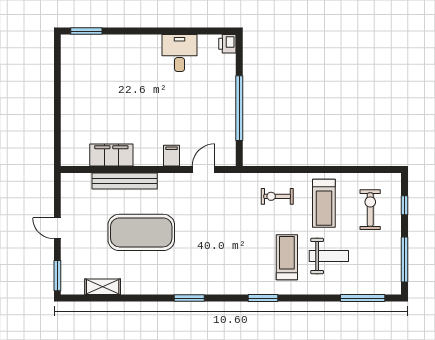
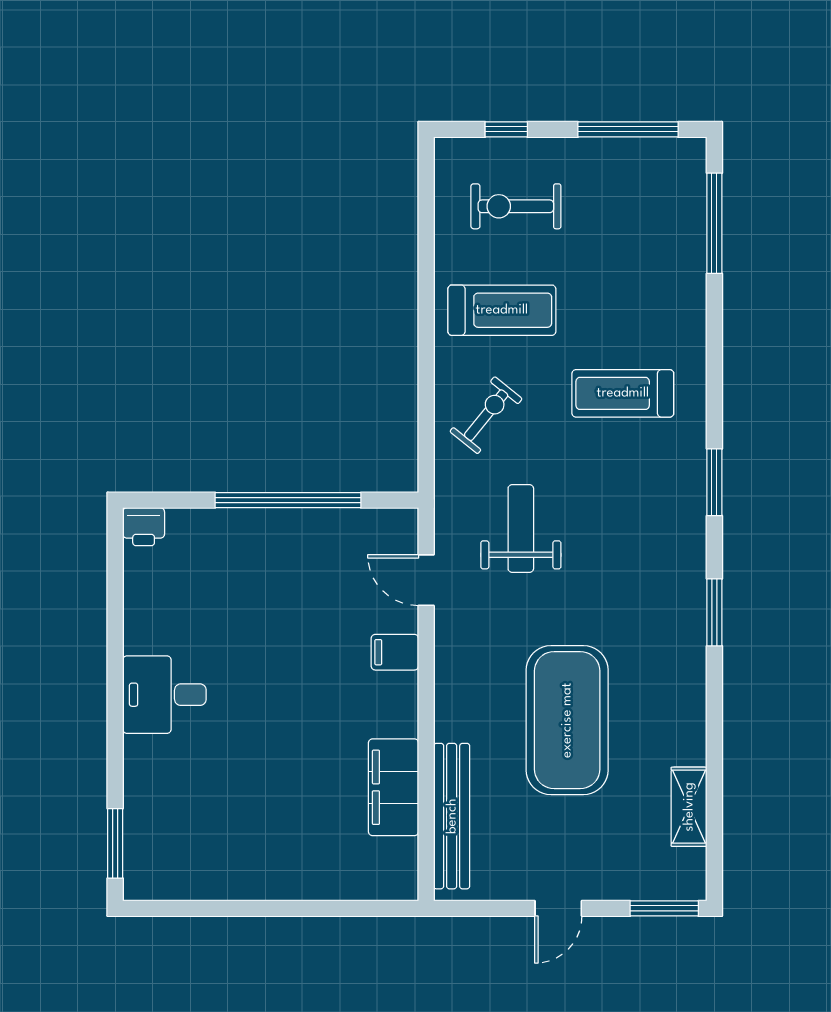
desk: (179, 53) -> (164, 695), moved
bench: (125, 181) -> (452, 816), moved
exercise bike: (277, 196) -> (486, 415), turned -141
weight bench: (329, 256) -> (521, 529), moved
window: (263, 298) -> (714, 482), moved

